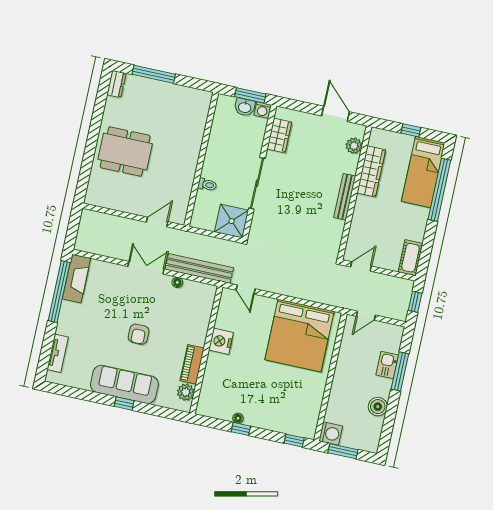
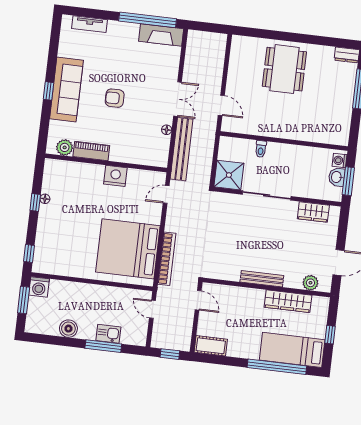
washing machine: (262, 110) -> (340, 160), moved
bookcase: (314, 295) -> (167, 259), added

